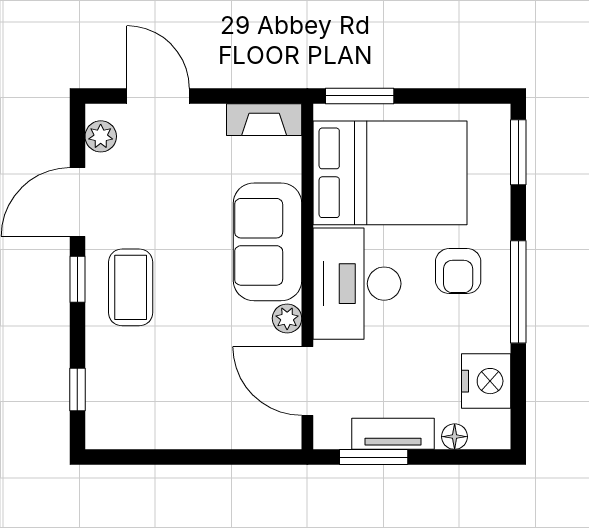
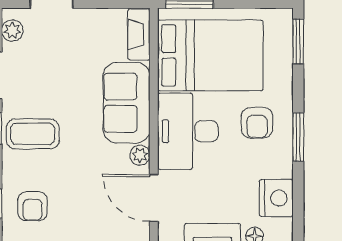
fireplace: (264, 120) -> (139, 34), moved, turned 90
coffee table: (131, 287) -> (33, 134), turned 90
window: (518, 292) -> (298, 137), width x0.69
armchair: (130, 393) -> (32, 206), added

